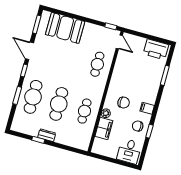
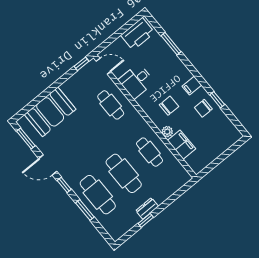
desk: (129, 151) -> (136, 81), moved, turned 90

